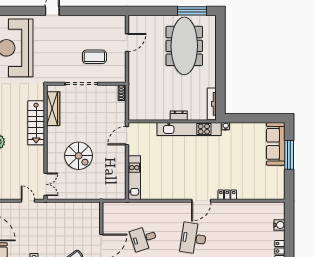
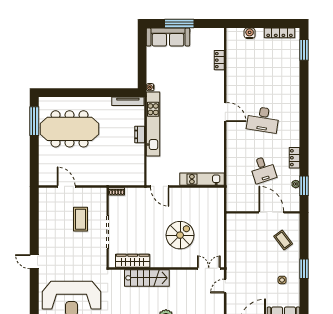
locker: (227, 195) -> (219, 60), moved

